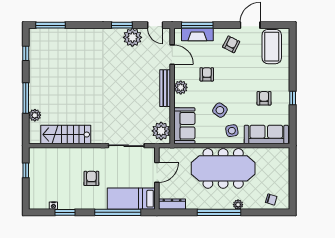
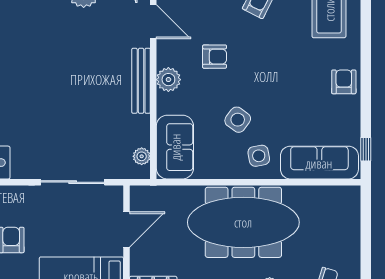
armchair: (207, 74) -> (215, 57), turned 90
armchair: (264, 98) -> (344, 82), moved
window: (293, 98) -> (366, 149), moved
plant: (161, 131) -> (142, 156), width x0.53, depth x0.53

